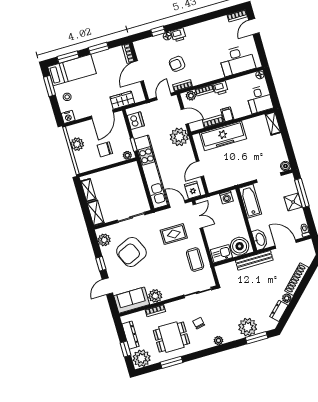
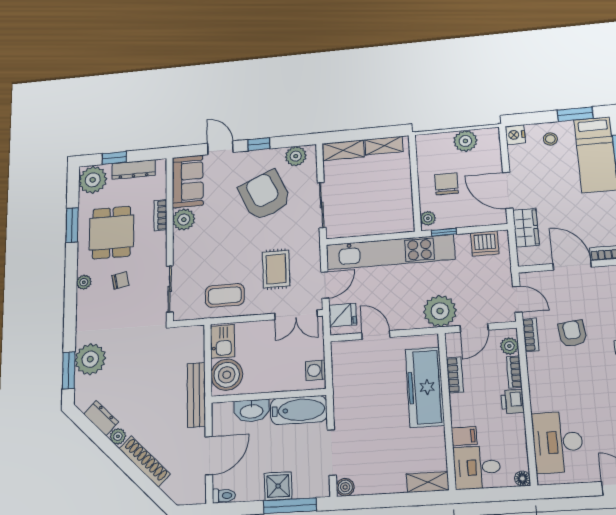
filing cabinet: (227, 114) -> (464, 436), moved
washbasin: (260, 239) -> (252, 411), moved
plant: (218, 341) -> (84, 282), moved

